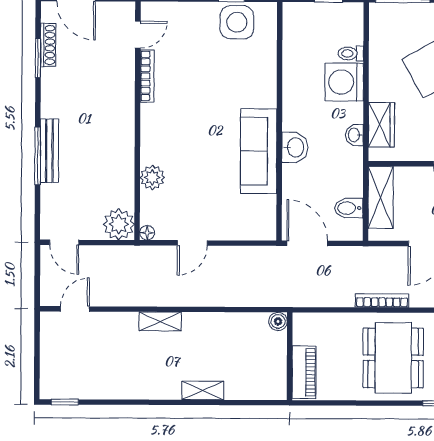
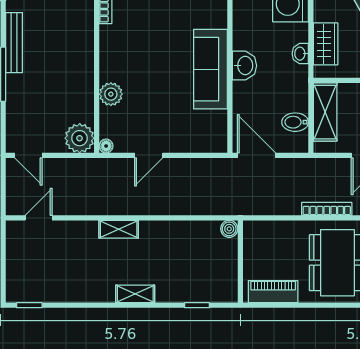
bench: (49, 151) -> (14, 43), moved
piano: (304, 372) -> (273, 292), moved, turned -90
shelving: (203, 390) -> (135, 294), moved
window: (243, 403) -> (197, 305), added

